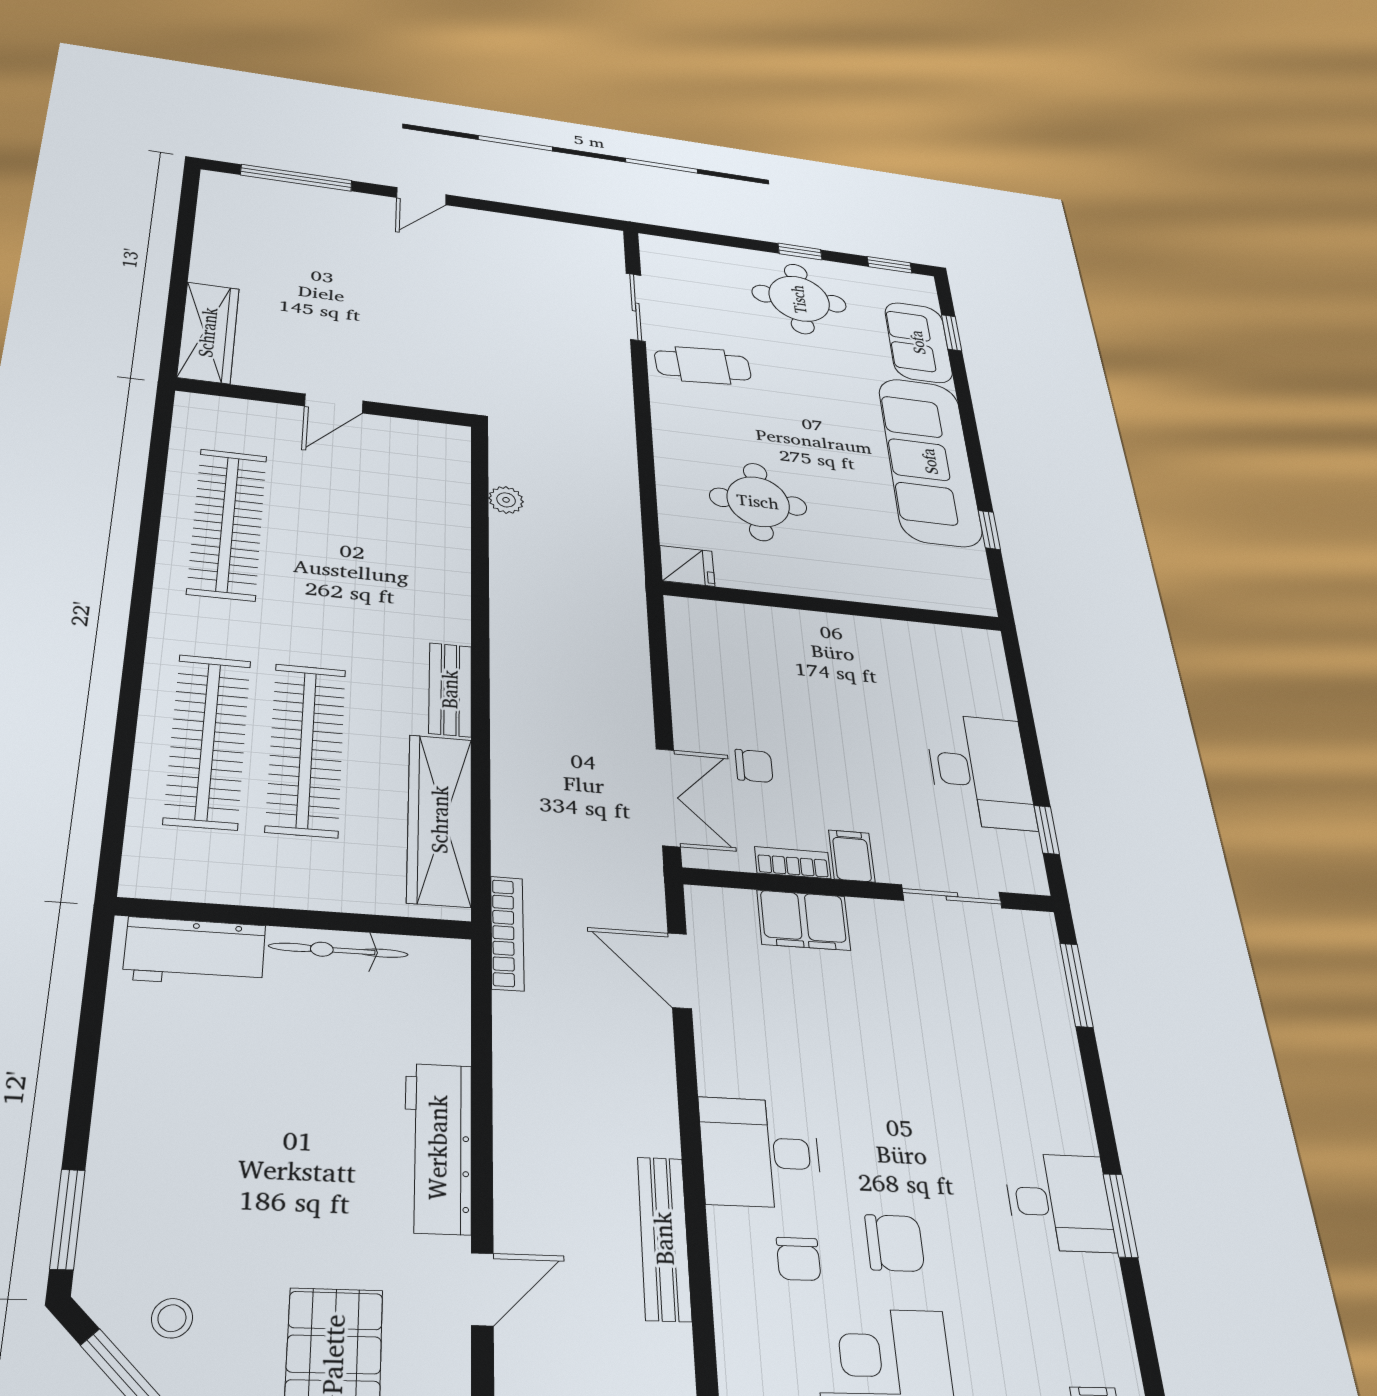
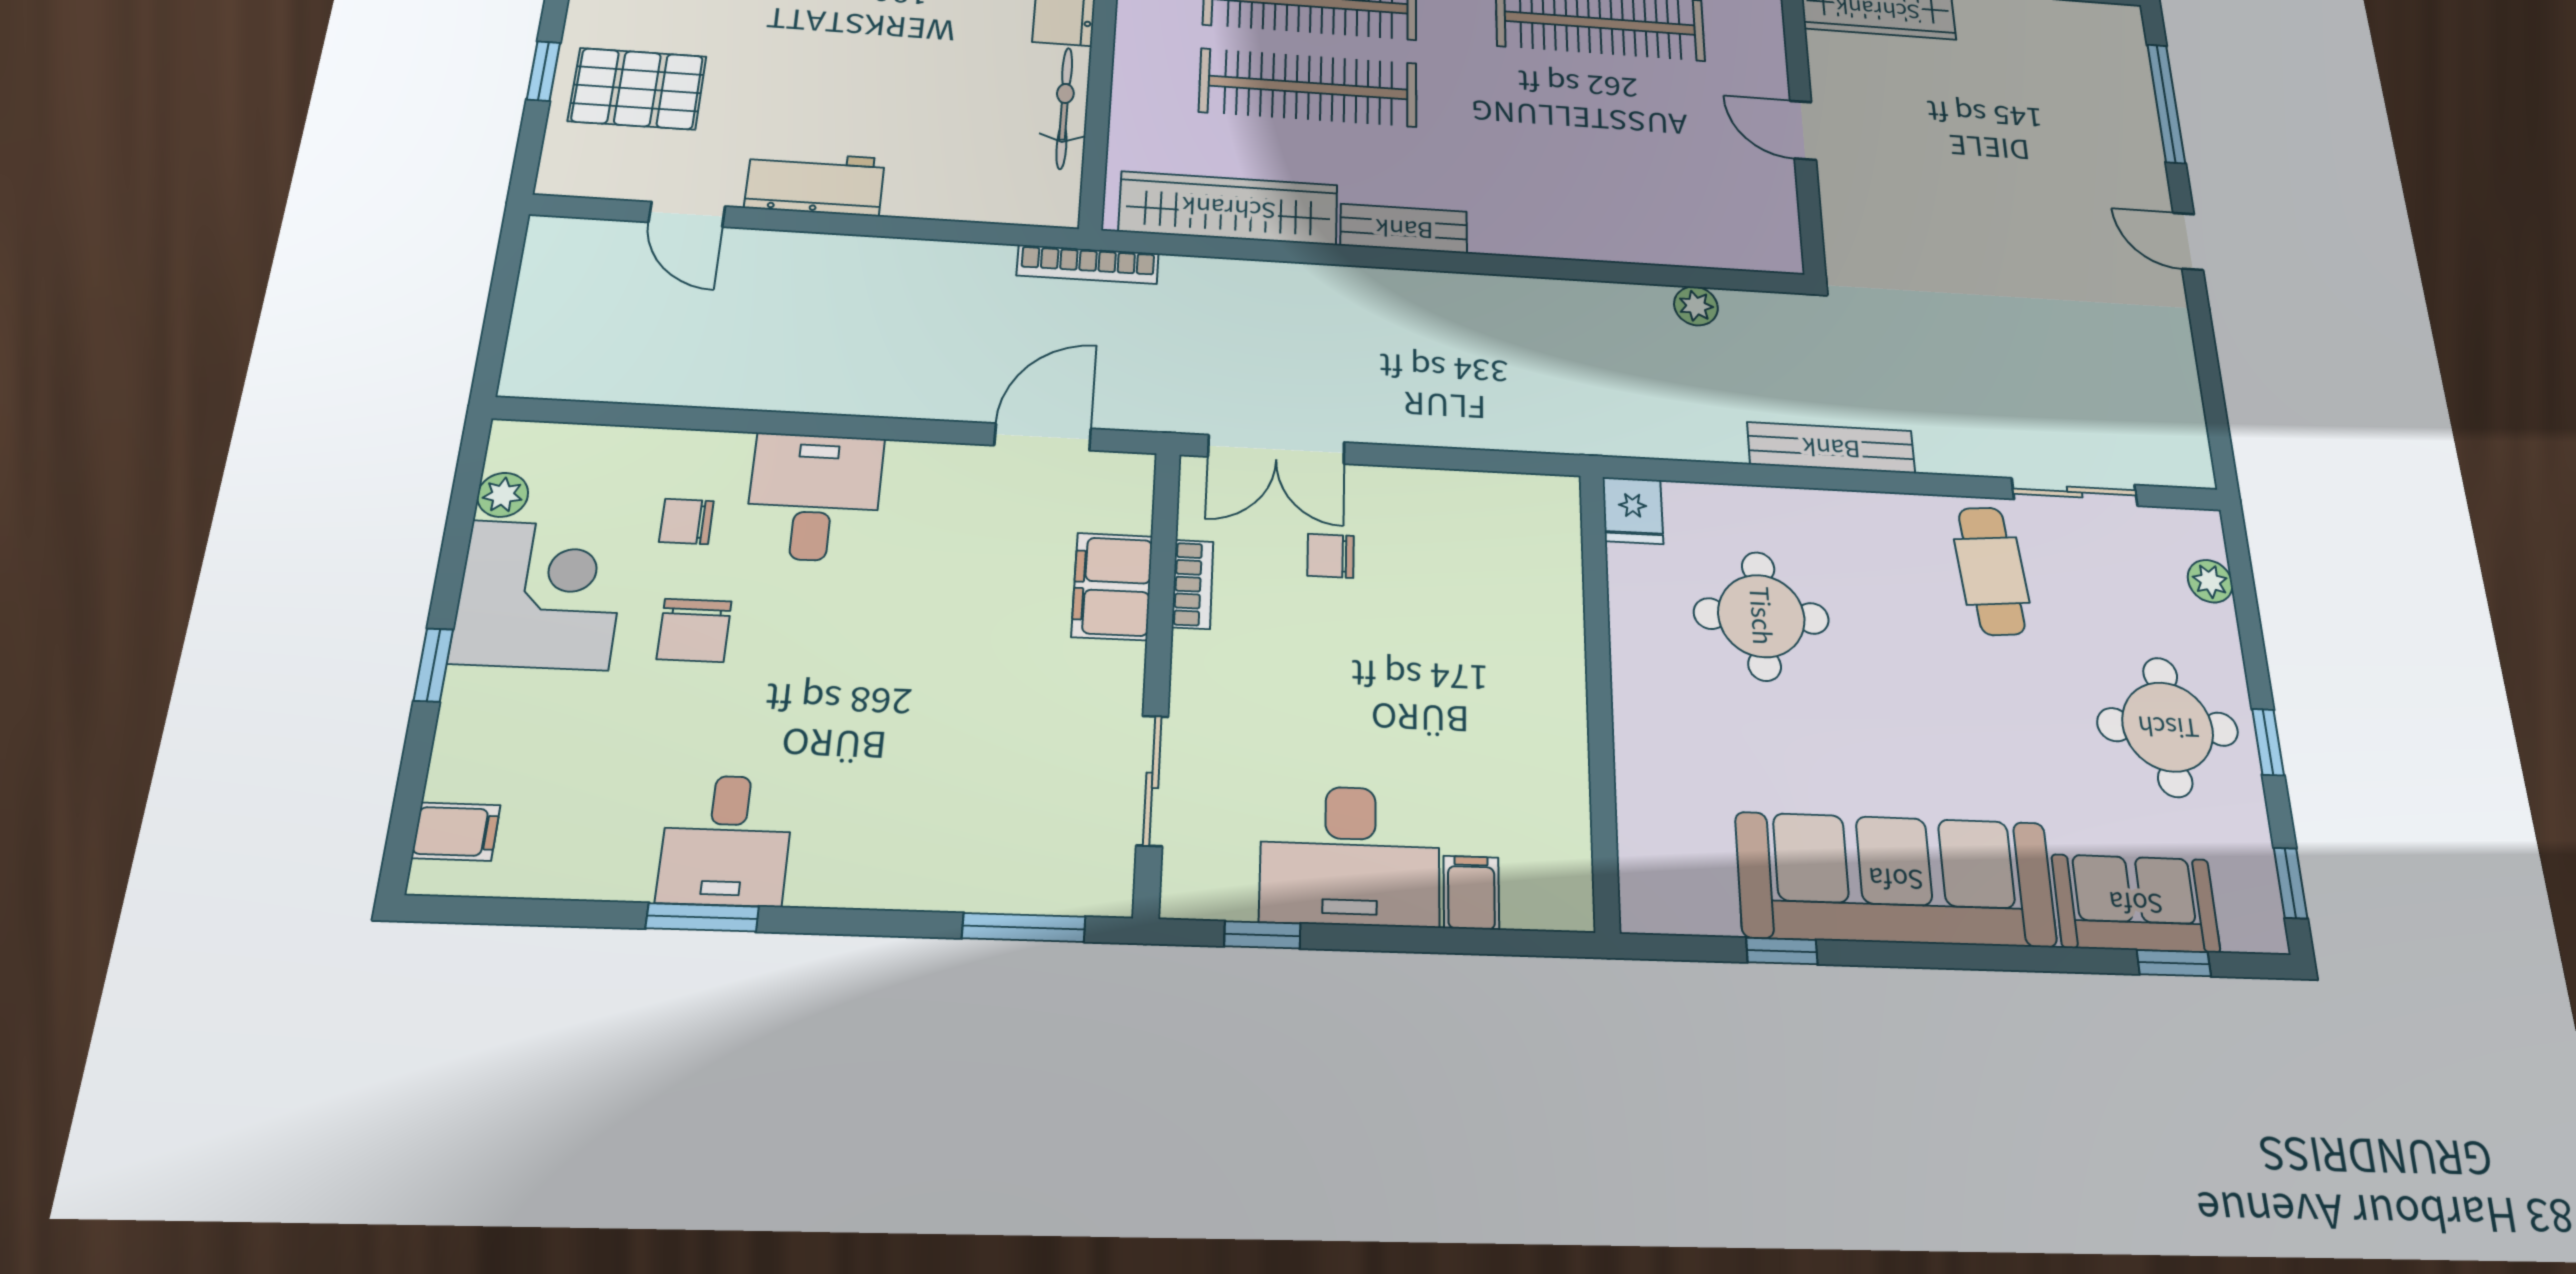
plant: (692, 252) -> (2210, 581), added
chair: (754, 766) -> (1331, 556), turned 90
filing cabinet: (852, 856) -> (1471, 893), moved, turned -90
workbench: (438, 1147) -> (815, 183), width x0.73
bench: (664, 1238) -> (1831, 448), moved

